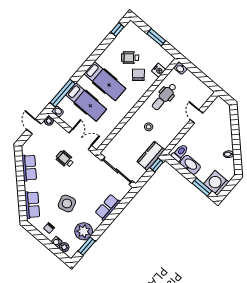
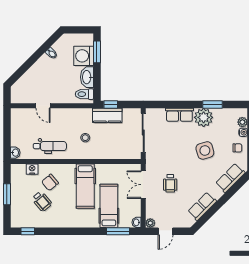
hospital bed: (105, 81) -> (85, 186), moved, turned 180
window: (63, 93) -> (118, 231), width x0.69
door: (197, 116) -> (43, 106), hinge flipped
washing machine: (216, 183) -> (84, 56), moved, turned 90
plant: (84, 231) -> (204, 117), moved
window: (87, 246) -> (213, 105), moved

